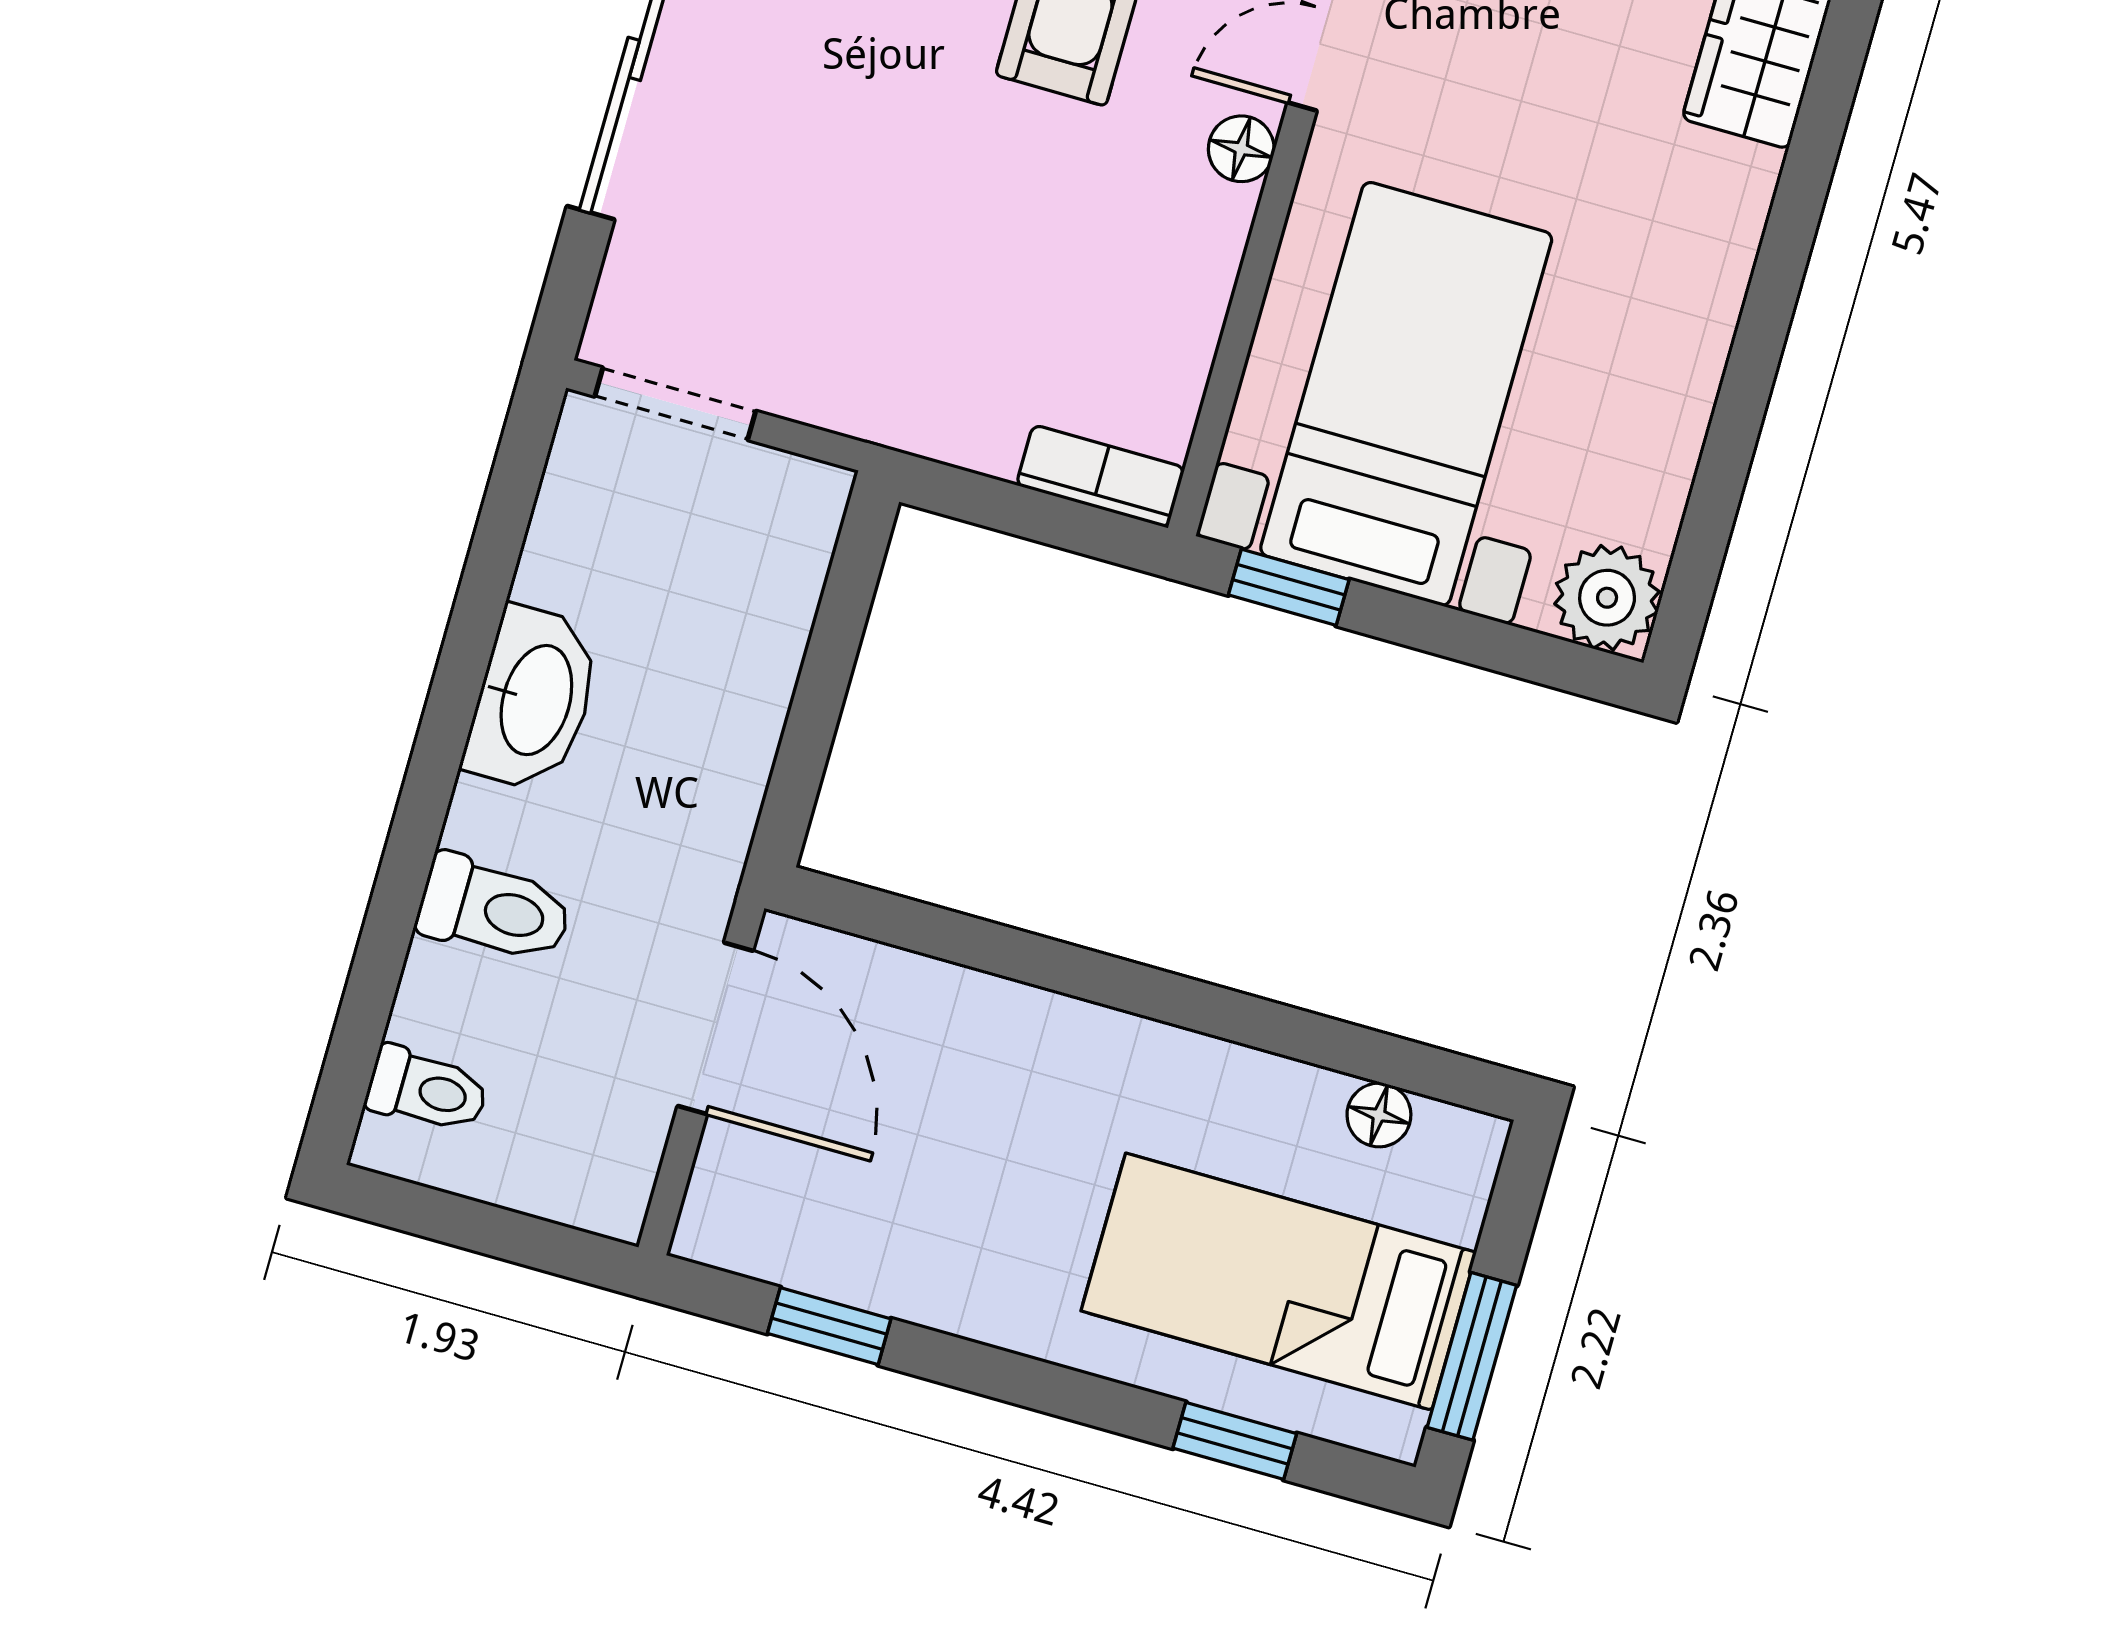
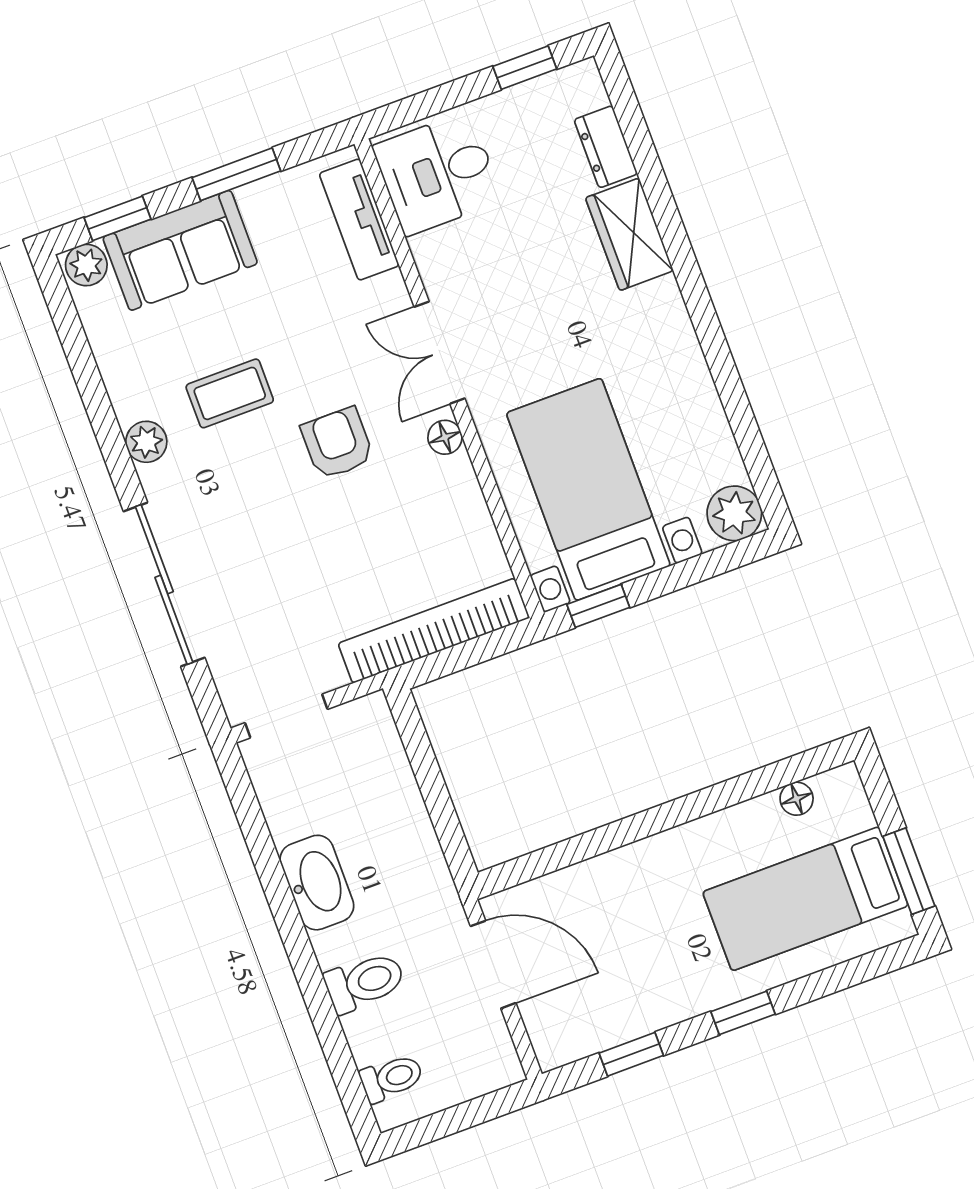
bookcase: (1101, 476) -> (434, 631), width x2.31, depth x1.31
window: (1235, 1441) -> (743, 1013), moved

